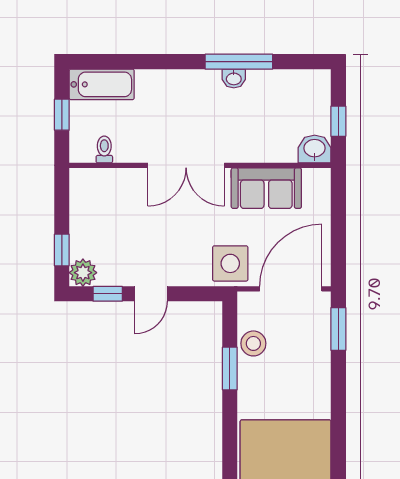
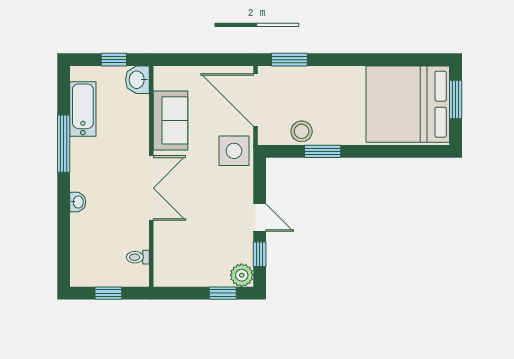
washbasin: (234, 78) -> (78, 202), moved
bathtub: (102, 84) -> (83, 109), moved

